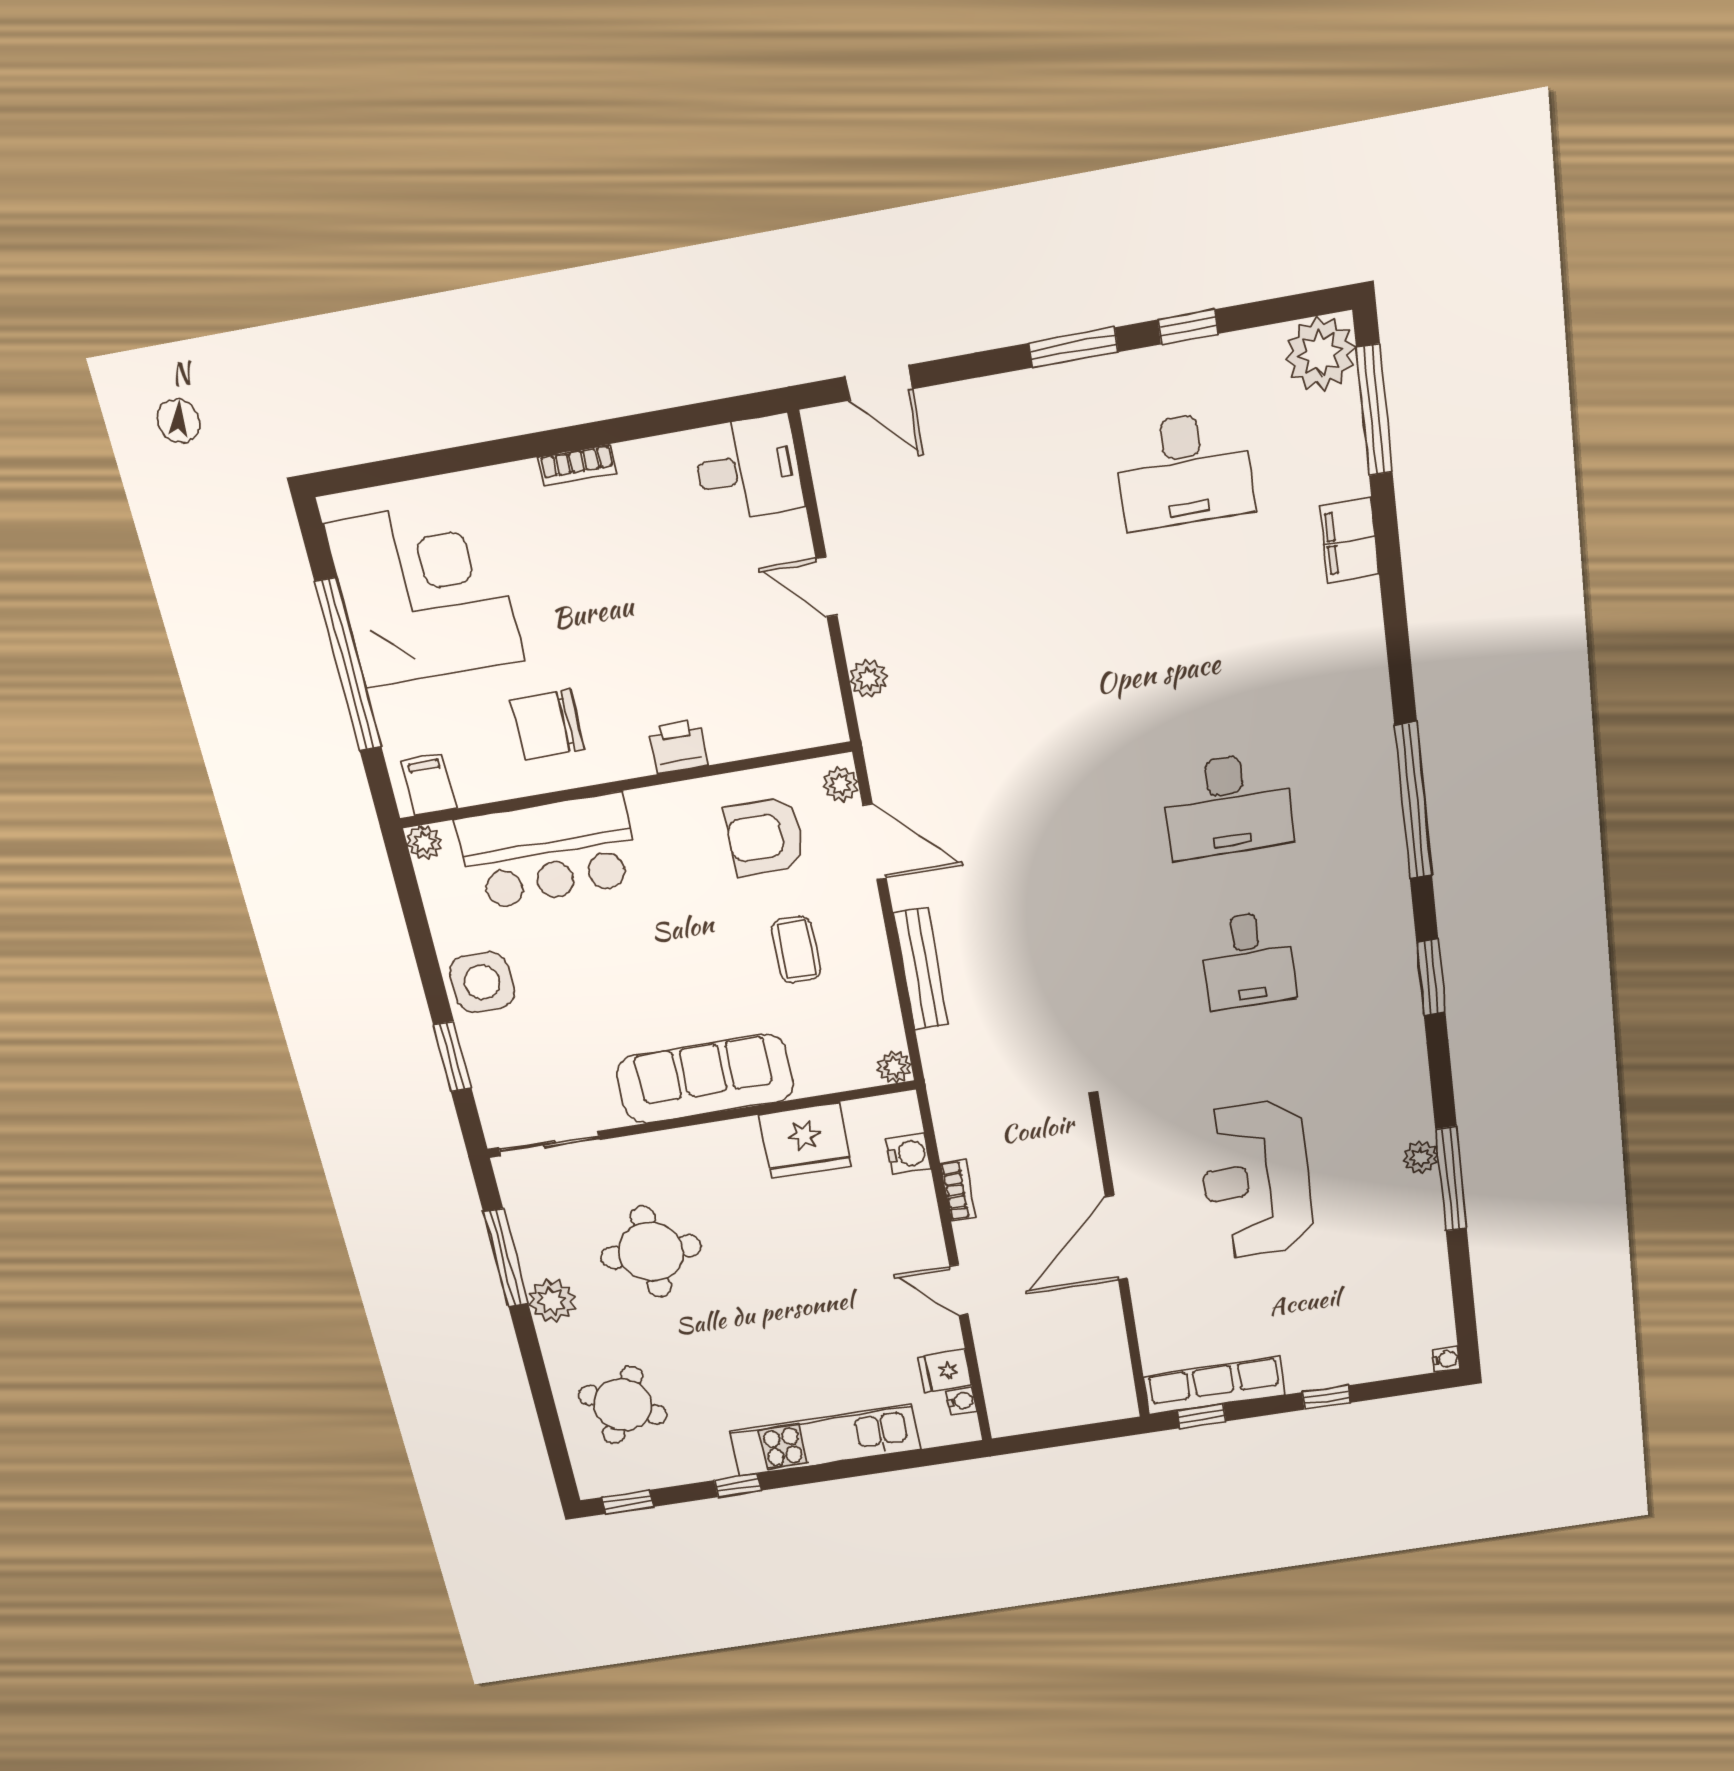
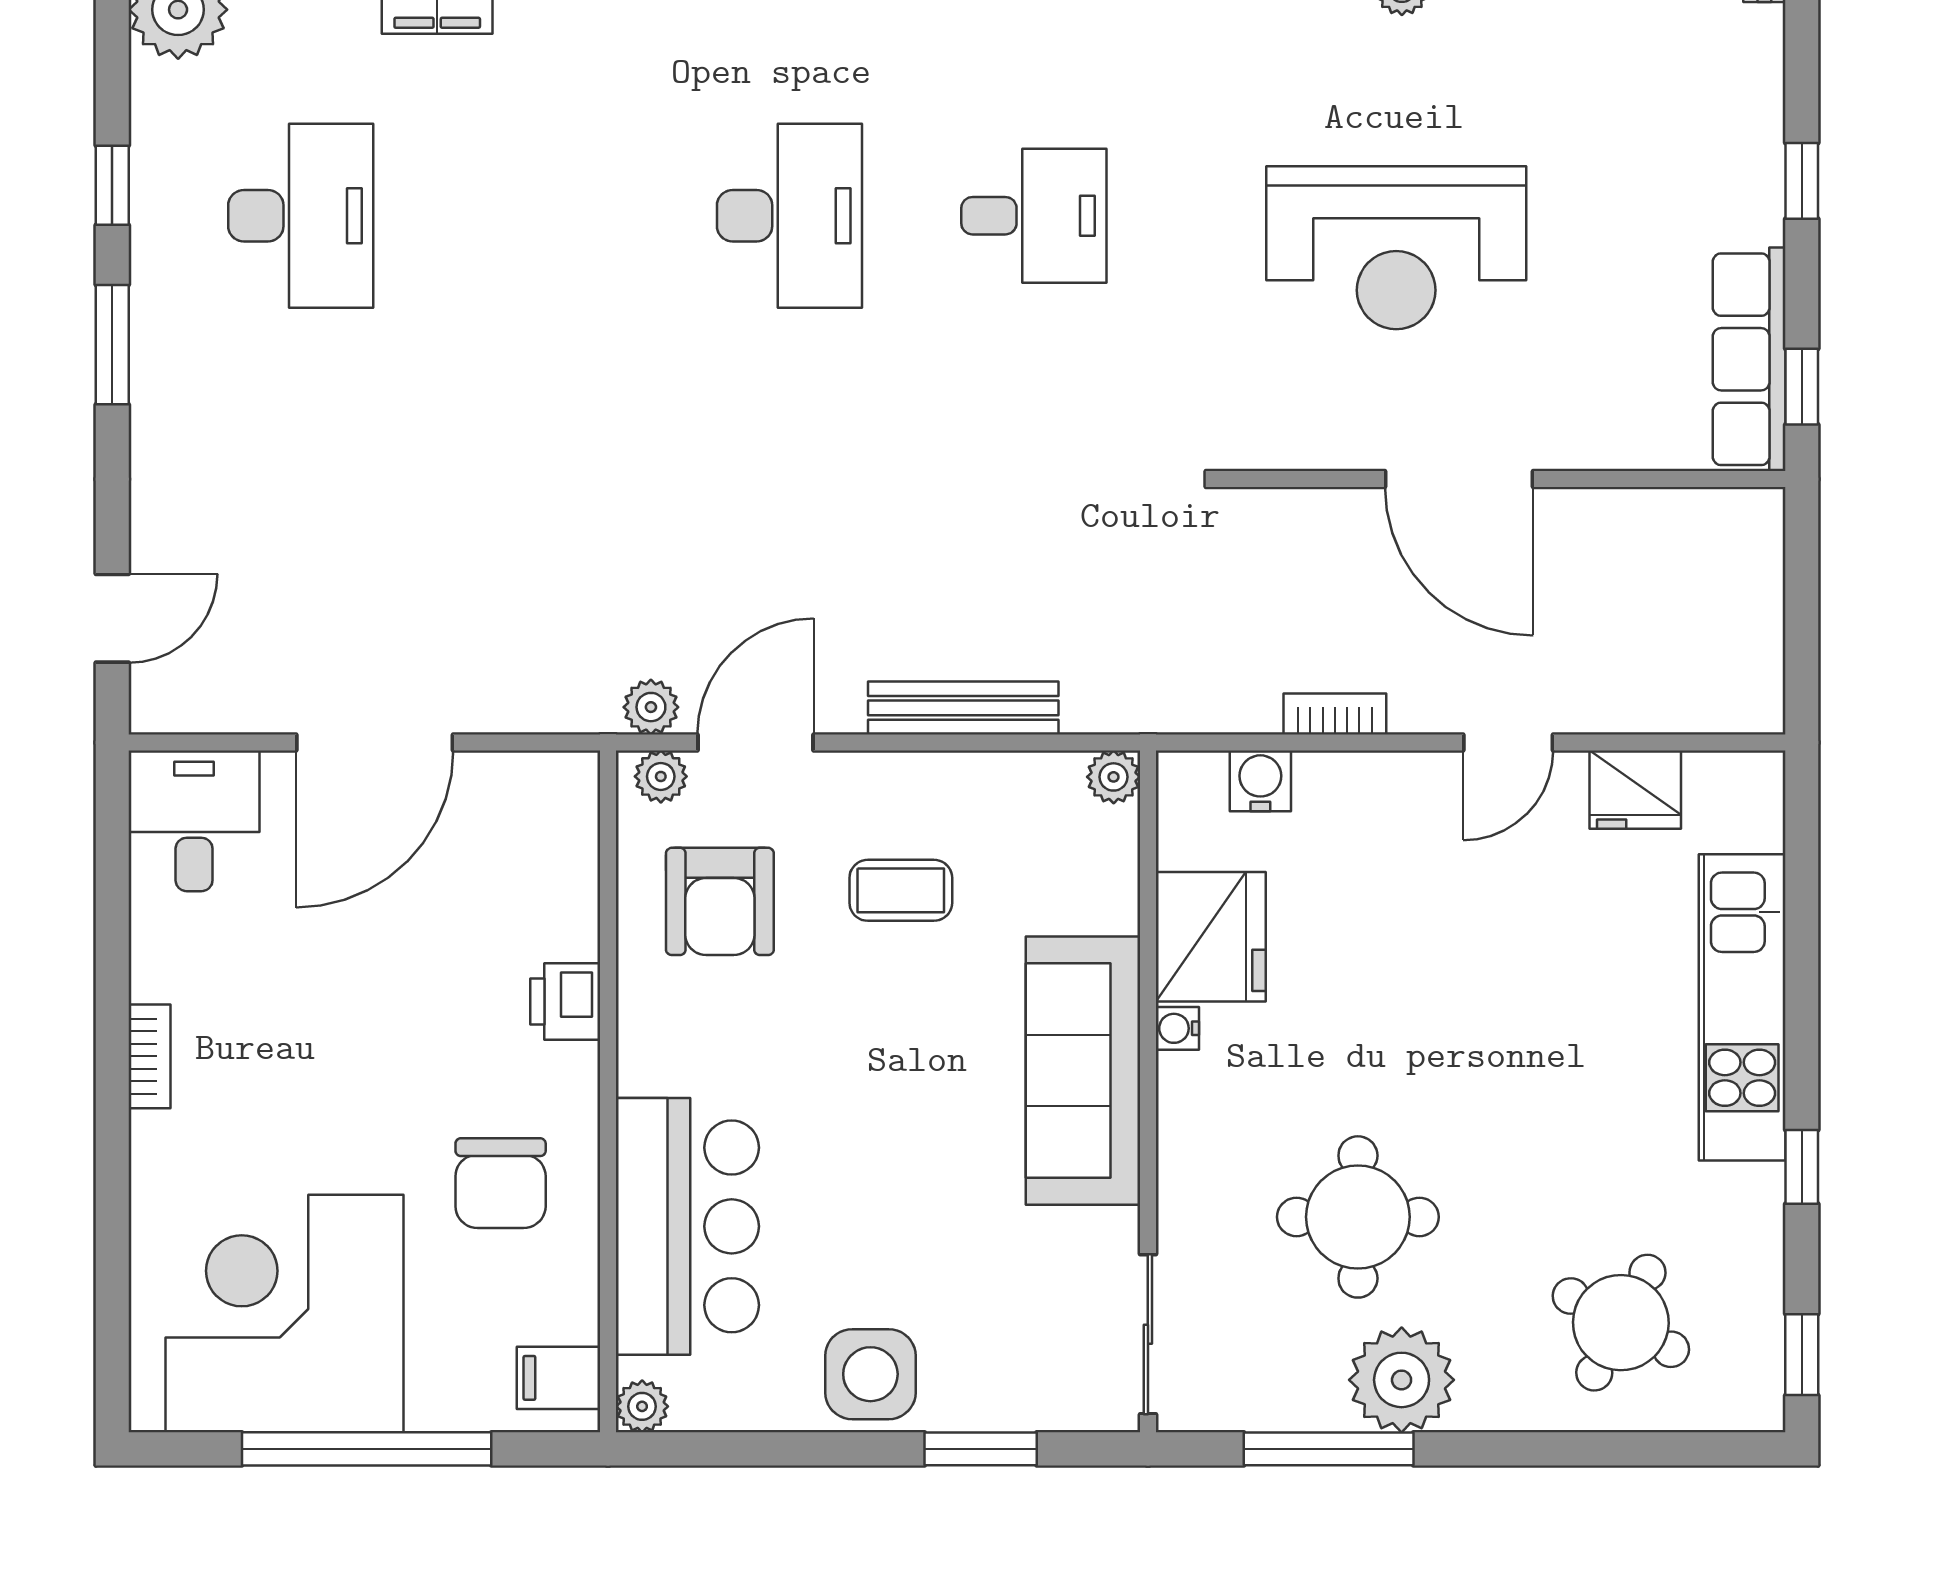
door: (827, 587) -> (375, 742), width x1.88
plant: (869, 679) -> (651, 707), moved
plant: (552, 1301) -> (1402, 1380), width x1.36, depth x1.36
fridge: (945, 1371) -> (1635, 790), width x1.38
water cooler: (962, 1401) -> (1177, 1028), moved, turned -90

